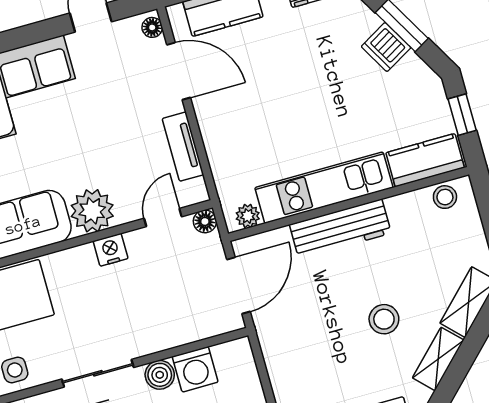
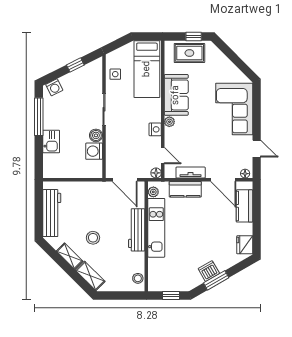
door: (179, 71) -> (223, 180), hinge flipped
kitchen counter: (425, 160) -> (185, 189), moved, turned 90
plant: (92, 211) -> (169, 122), width x0.53, depth x0.53

